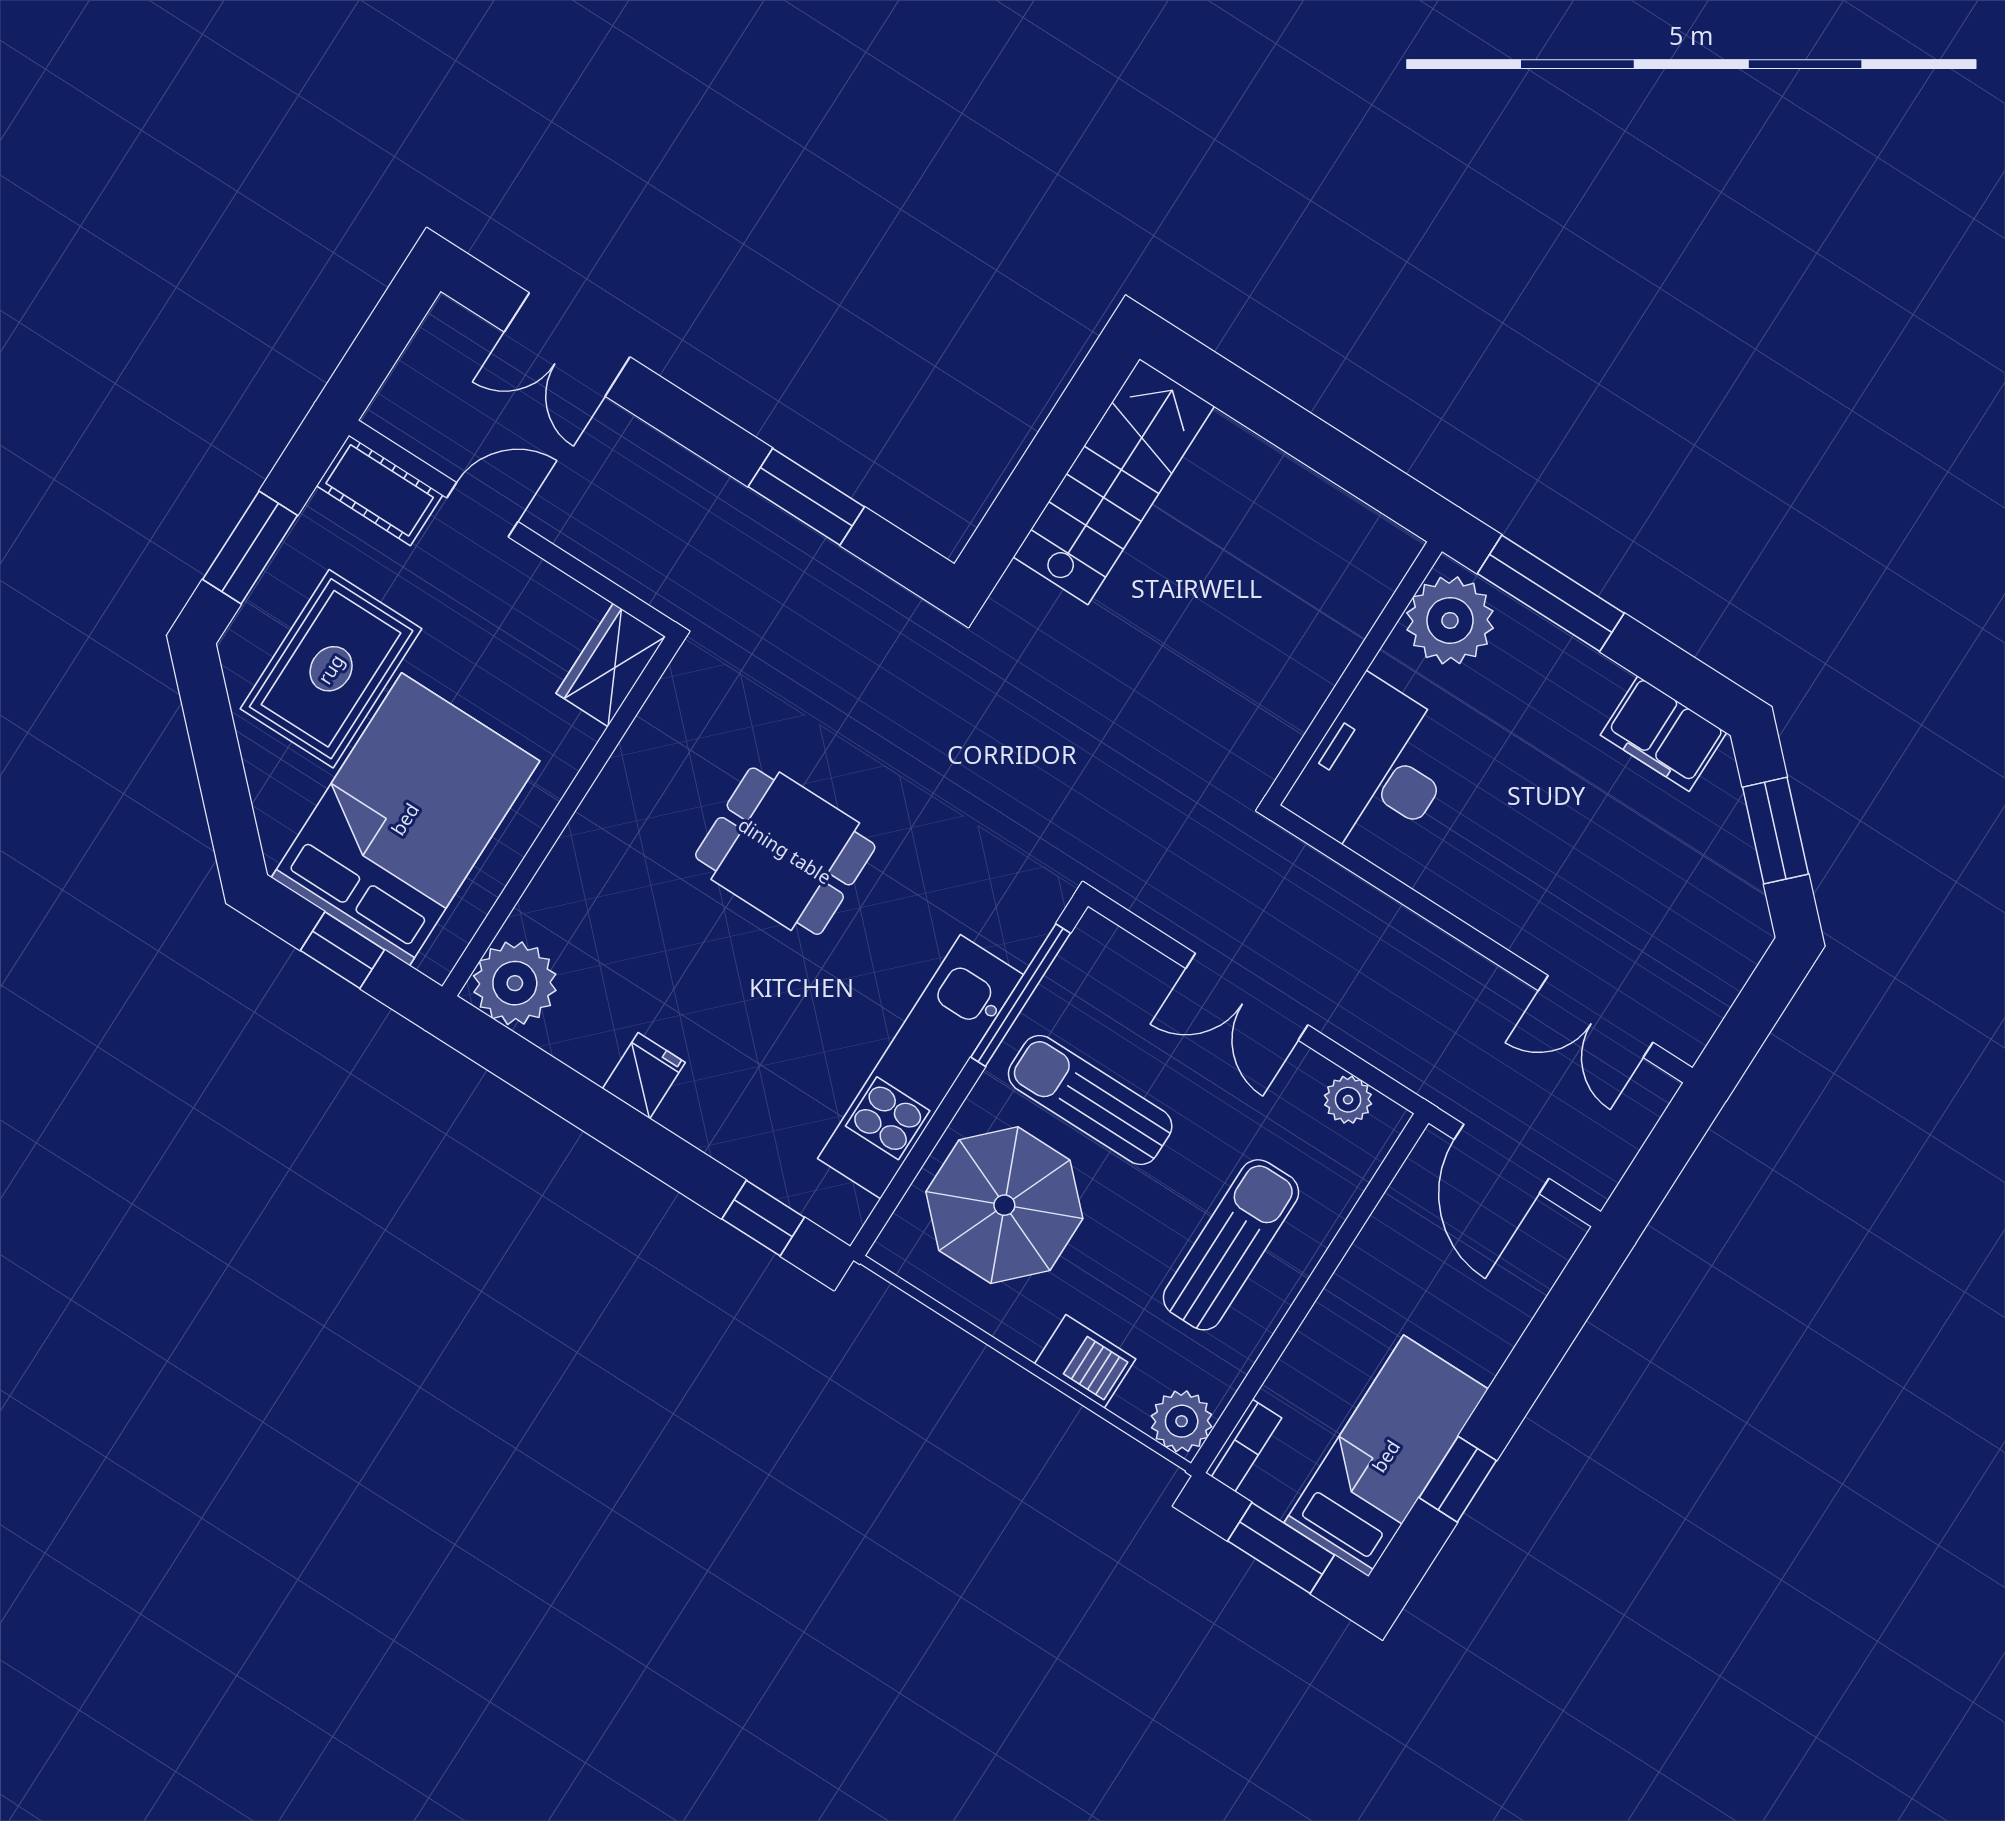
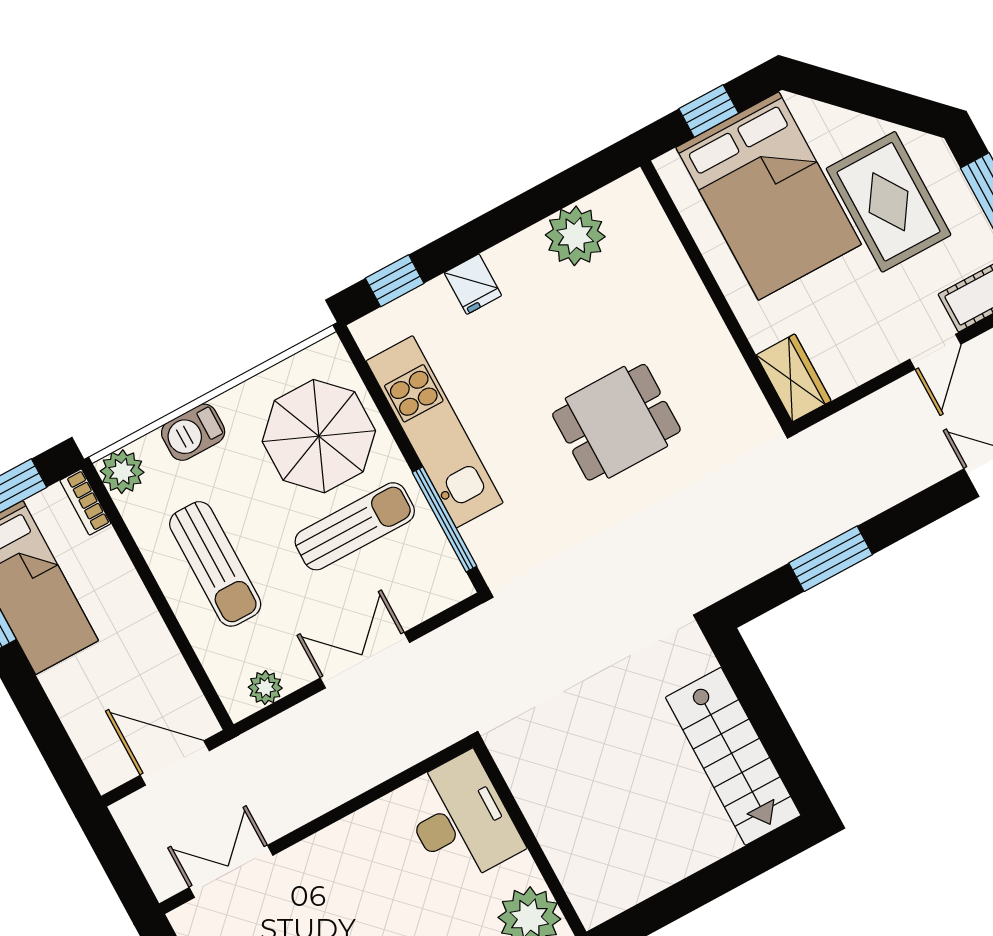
plant: (515, 983) -> (575, 236), moved
fridge: (644, 1076) -> (473, 284), moved

